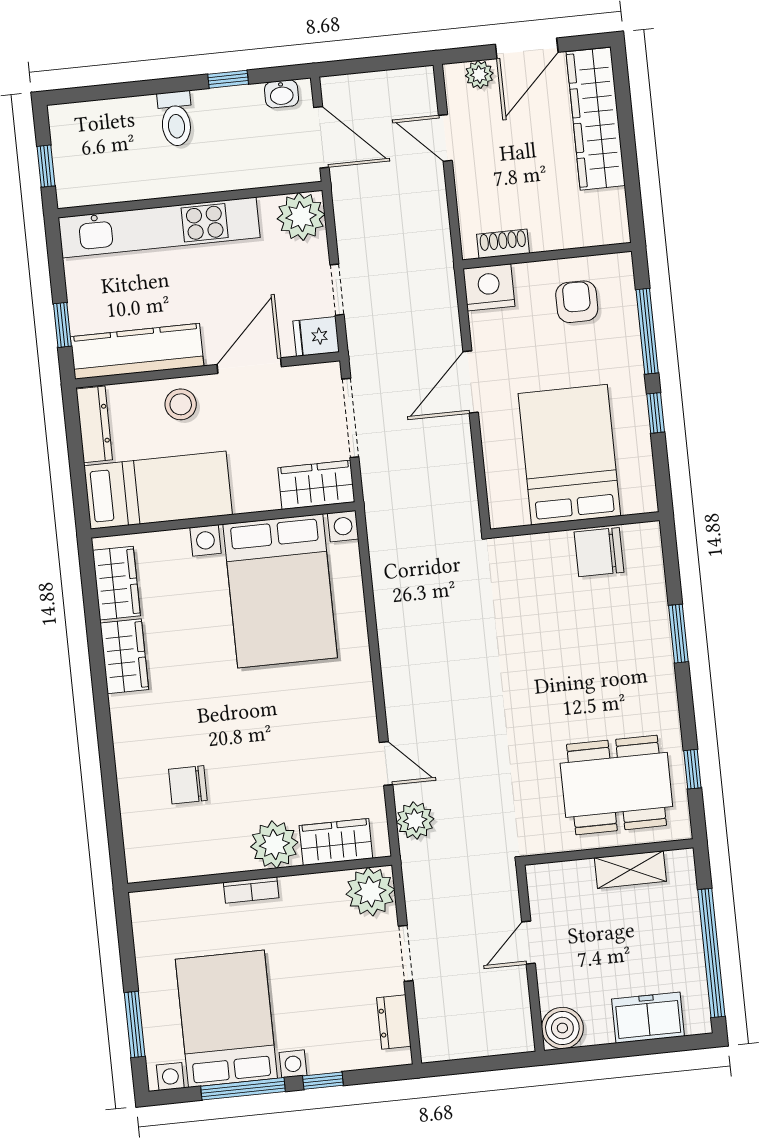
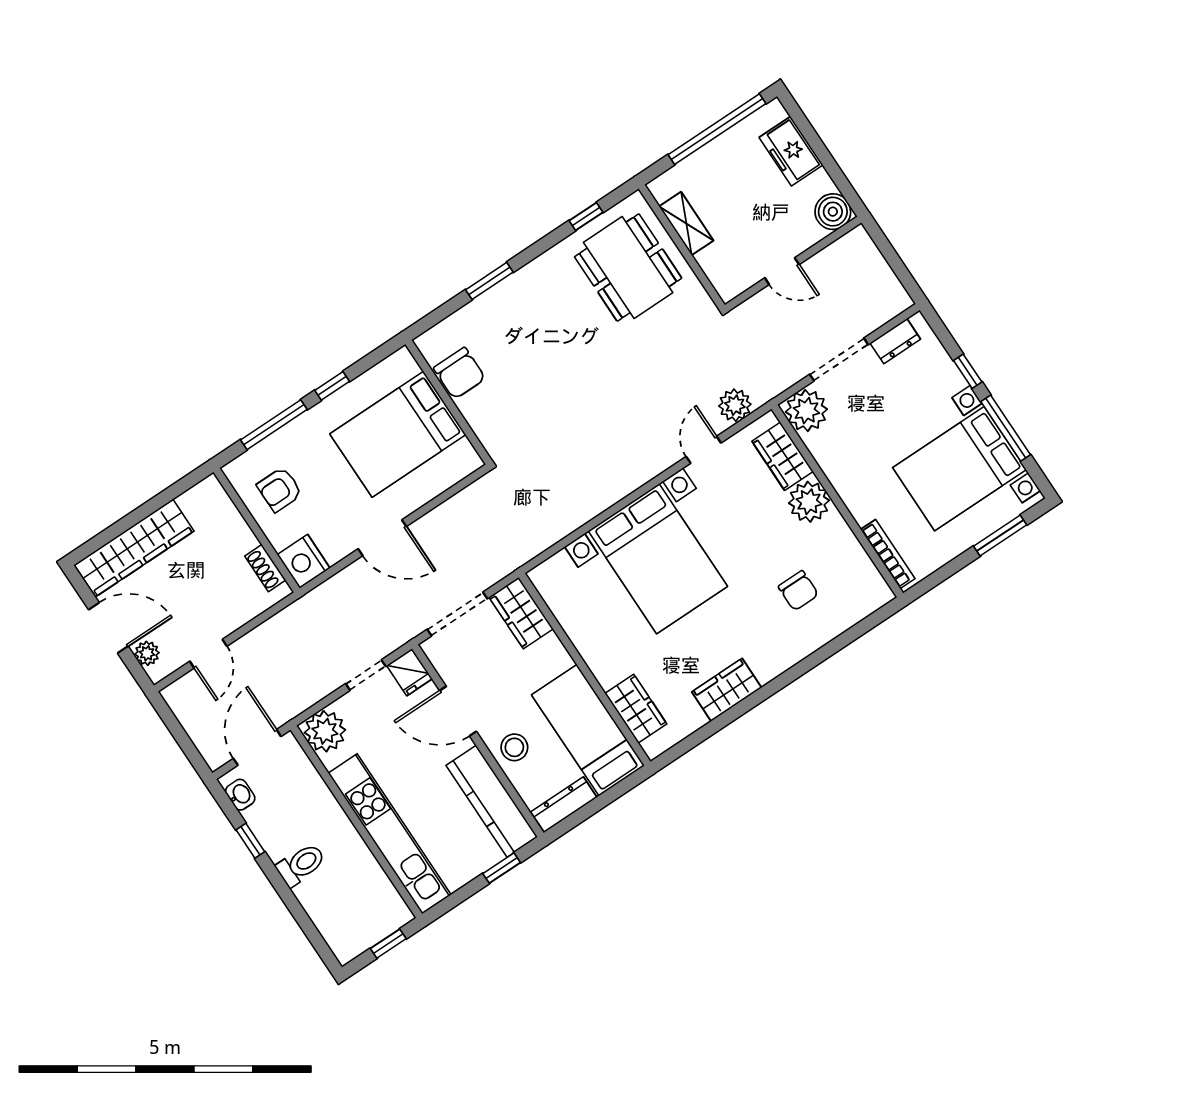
wardrobe: (116, 583) -> (636, 709), moved, turned 90
bed with nightstands: (280, 591) -> (658, 559), moved, turned 90
bookcase: (251, 890) -> (888, 554), moved, width x1.56
doorway: (406, 953) -> (839, 359), width x1.38

